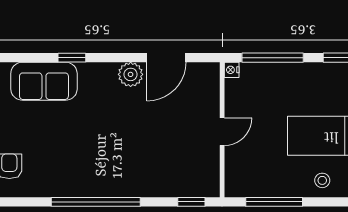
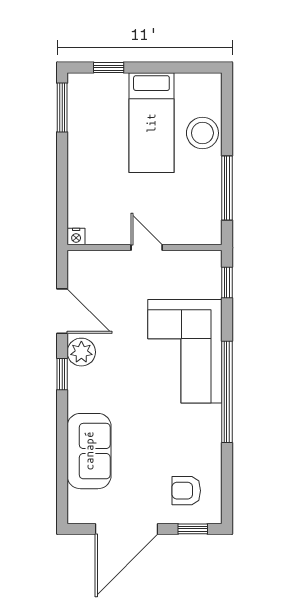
window: (72, 58) -> (62, 374), moved
window: (273, 58) -> (62, 190), removed
corner sofa: (131, 165) -> (185, 351), added
stool: (322, 180) -> (202, 133), width x1.89, depth x1.89

